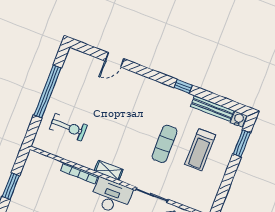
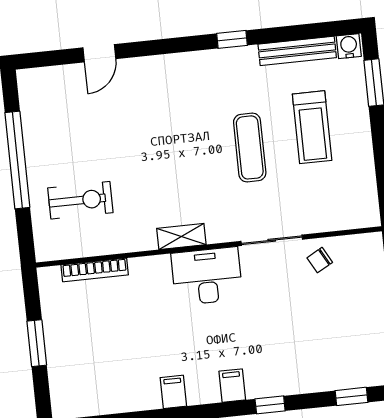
bookcase: (79, 173) -> (95, 270), moved

